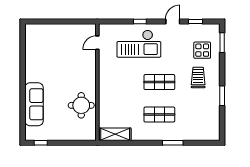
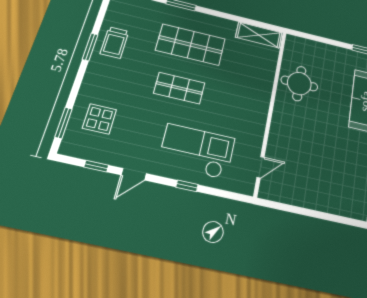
trolley: (198, 78) -> (115, 42), moved
shop shelf: (159, 115) -> (191, 45), width x1.43, depth x1.36

